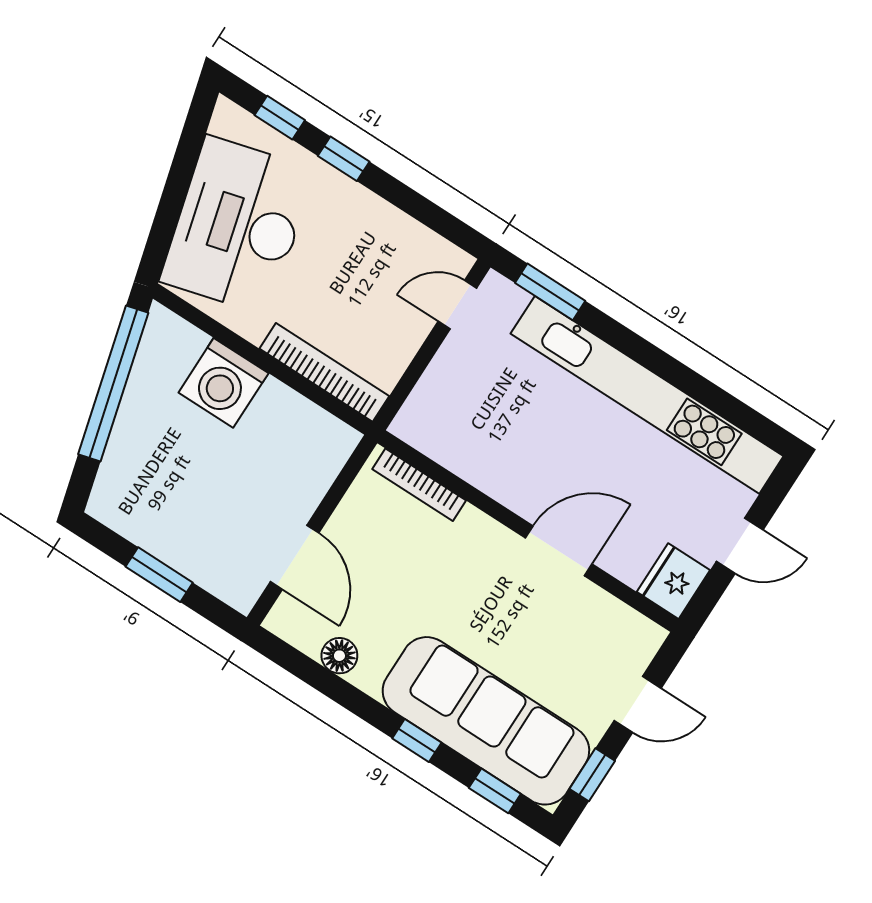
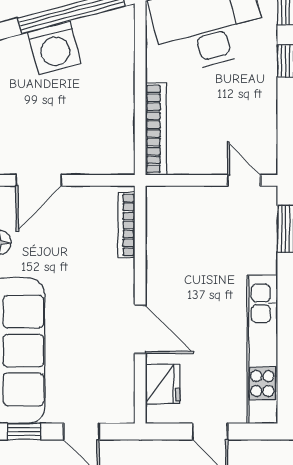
washing machine: (223, 383) -> (54, 48), moved, turned -105
kitchen unit: (647, 395) -> (262, 349), width x0.73
fridge: (673, 581) -> (163, 384), moved, turned 90

